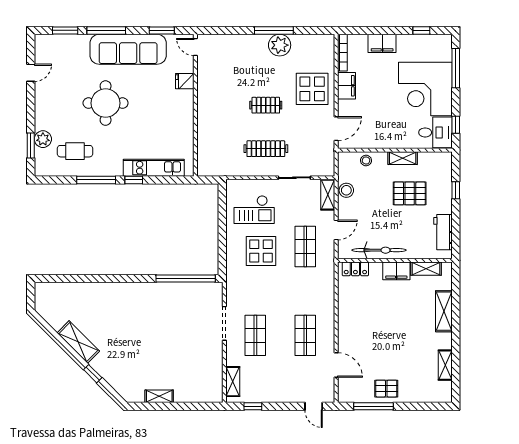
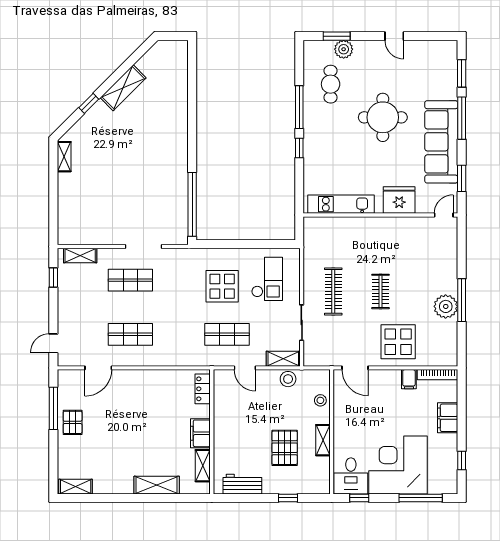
door: (31, 73) -> (394, 36), moved
fridge: (185, 81) -> (399, 200), width x1.88, depth x1.34
filing cabinet: (347, 86) -> (409, 379), width x0.50
kitchen unit: (154, 168) -> (341, 204), moved, turned -90
checkout: (254, 210) -> (267, 279), turned 180
bicycle: (379, 250) -> (223, 414), removed
shelving: (445, 365) -> (76, 487), moved
shelving: (159, 396) -> (64, 157), moved

